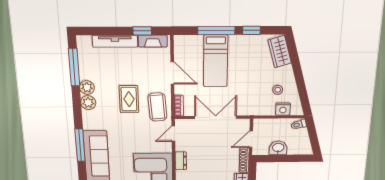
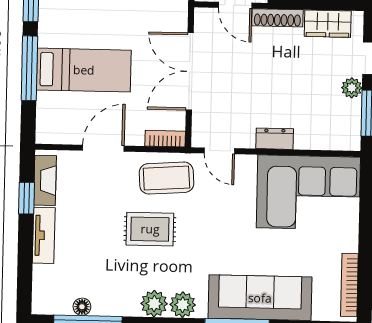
tv unit: (115, 41) -> (44, 235), width x0.71
floor lamp: (83, 64) -> (82, 307), added
plant: (87, 87) -> (183, 305), moved

